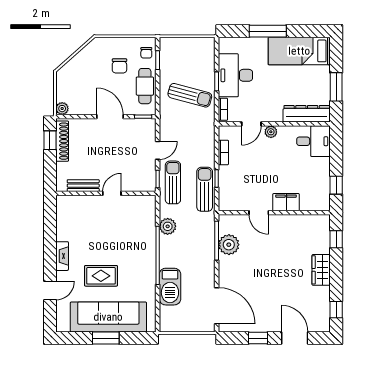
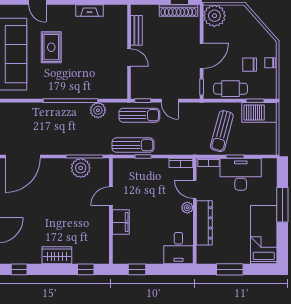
chair: (146, 53) -> (270, 63), moved
plant: (62, 109) -> (214, 16), width x1.87, depth x1.87
dresser: (307, 114) -> (204, 223), moved
bookcase: (223, 152) -> (181, 163), moved
fireplace: (62, 256) -> (90, 10), moved
barbecue: (170, 287) -> (259, 112), moved

